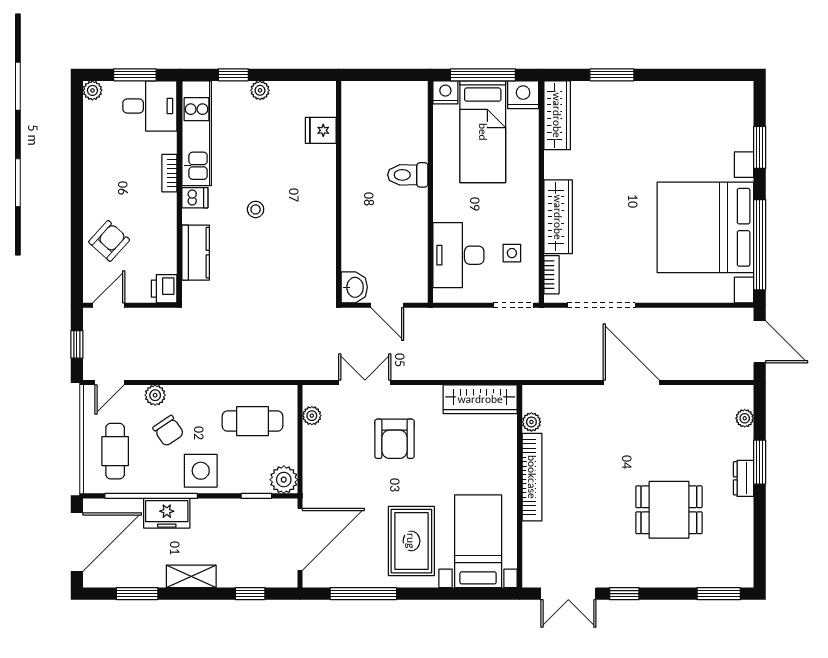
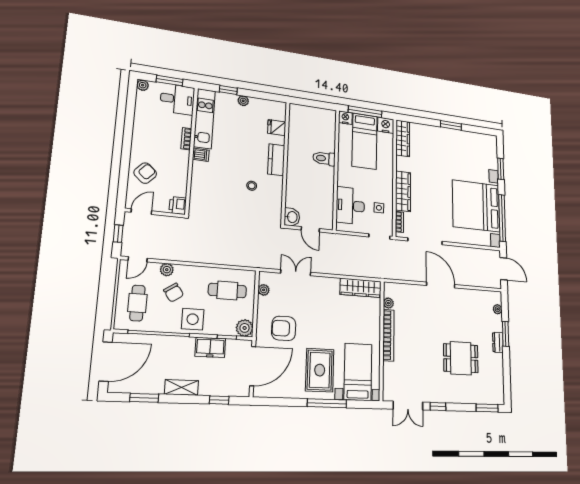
window: (612, 75) -> (451, 125), moved
stool: (256, 209) -> (252, 186), moved
kitchen counter: (196, 253) -> (276, 160), moved, turned 180
armchair: (394, 439) -> (284, 328), moved, turned 90
freezer: (167, 513) -> (210, 347), moved
window: (363, 594) -> (327, 403), moved

